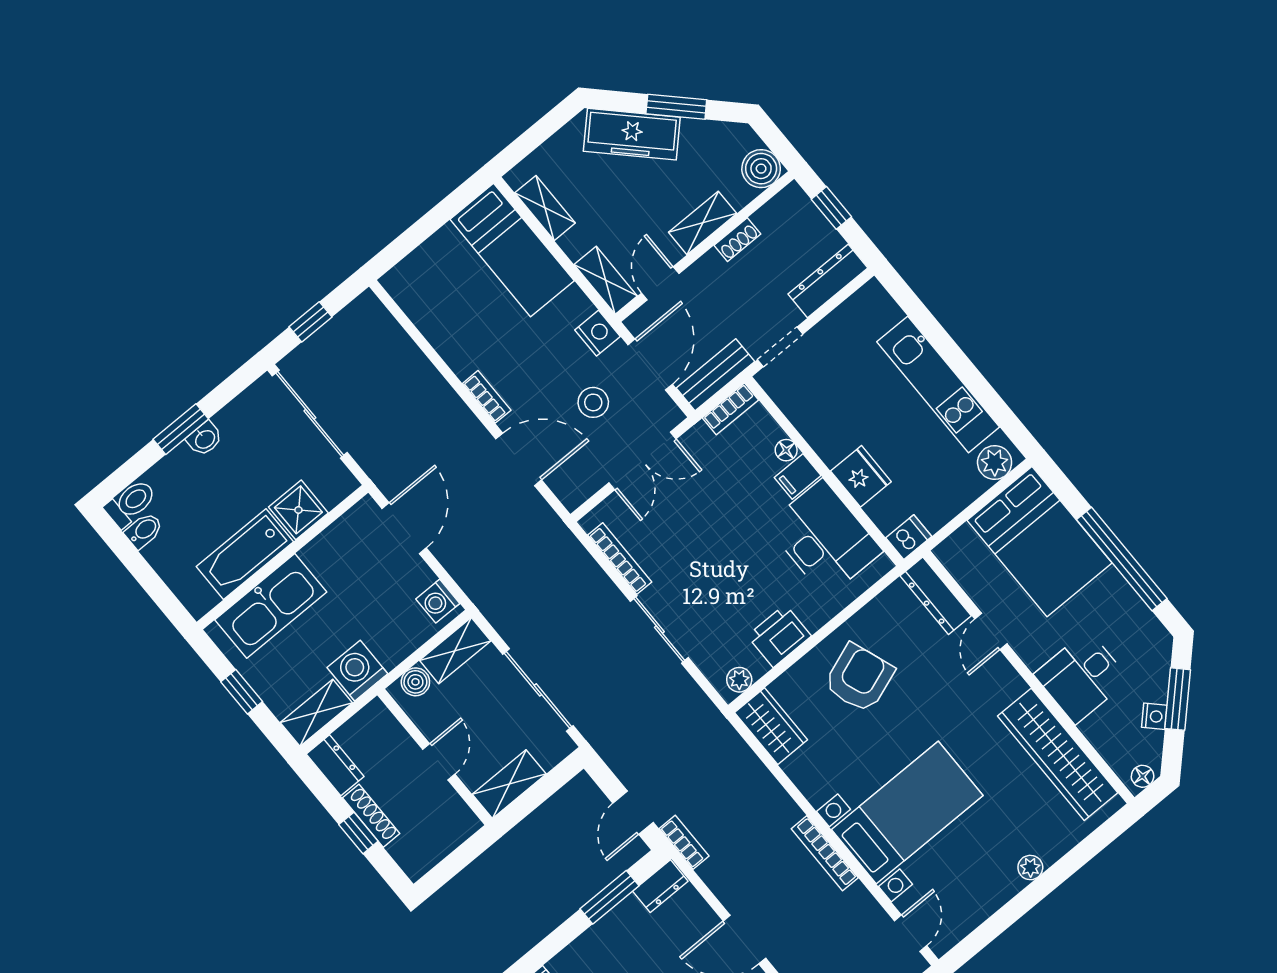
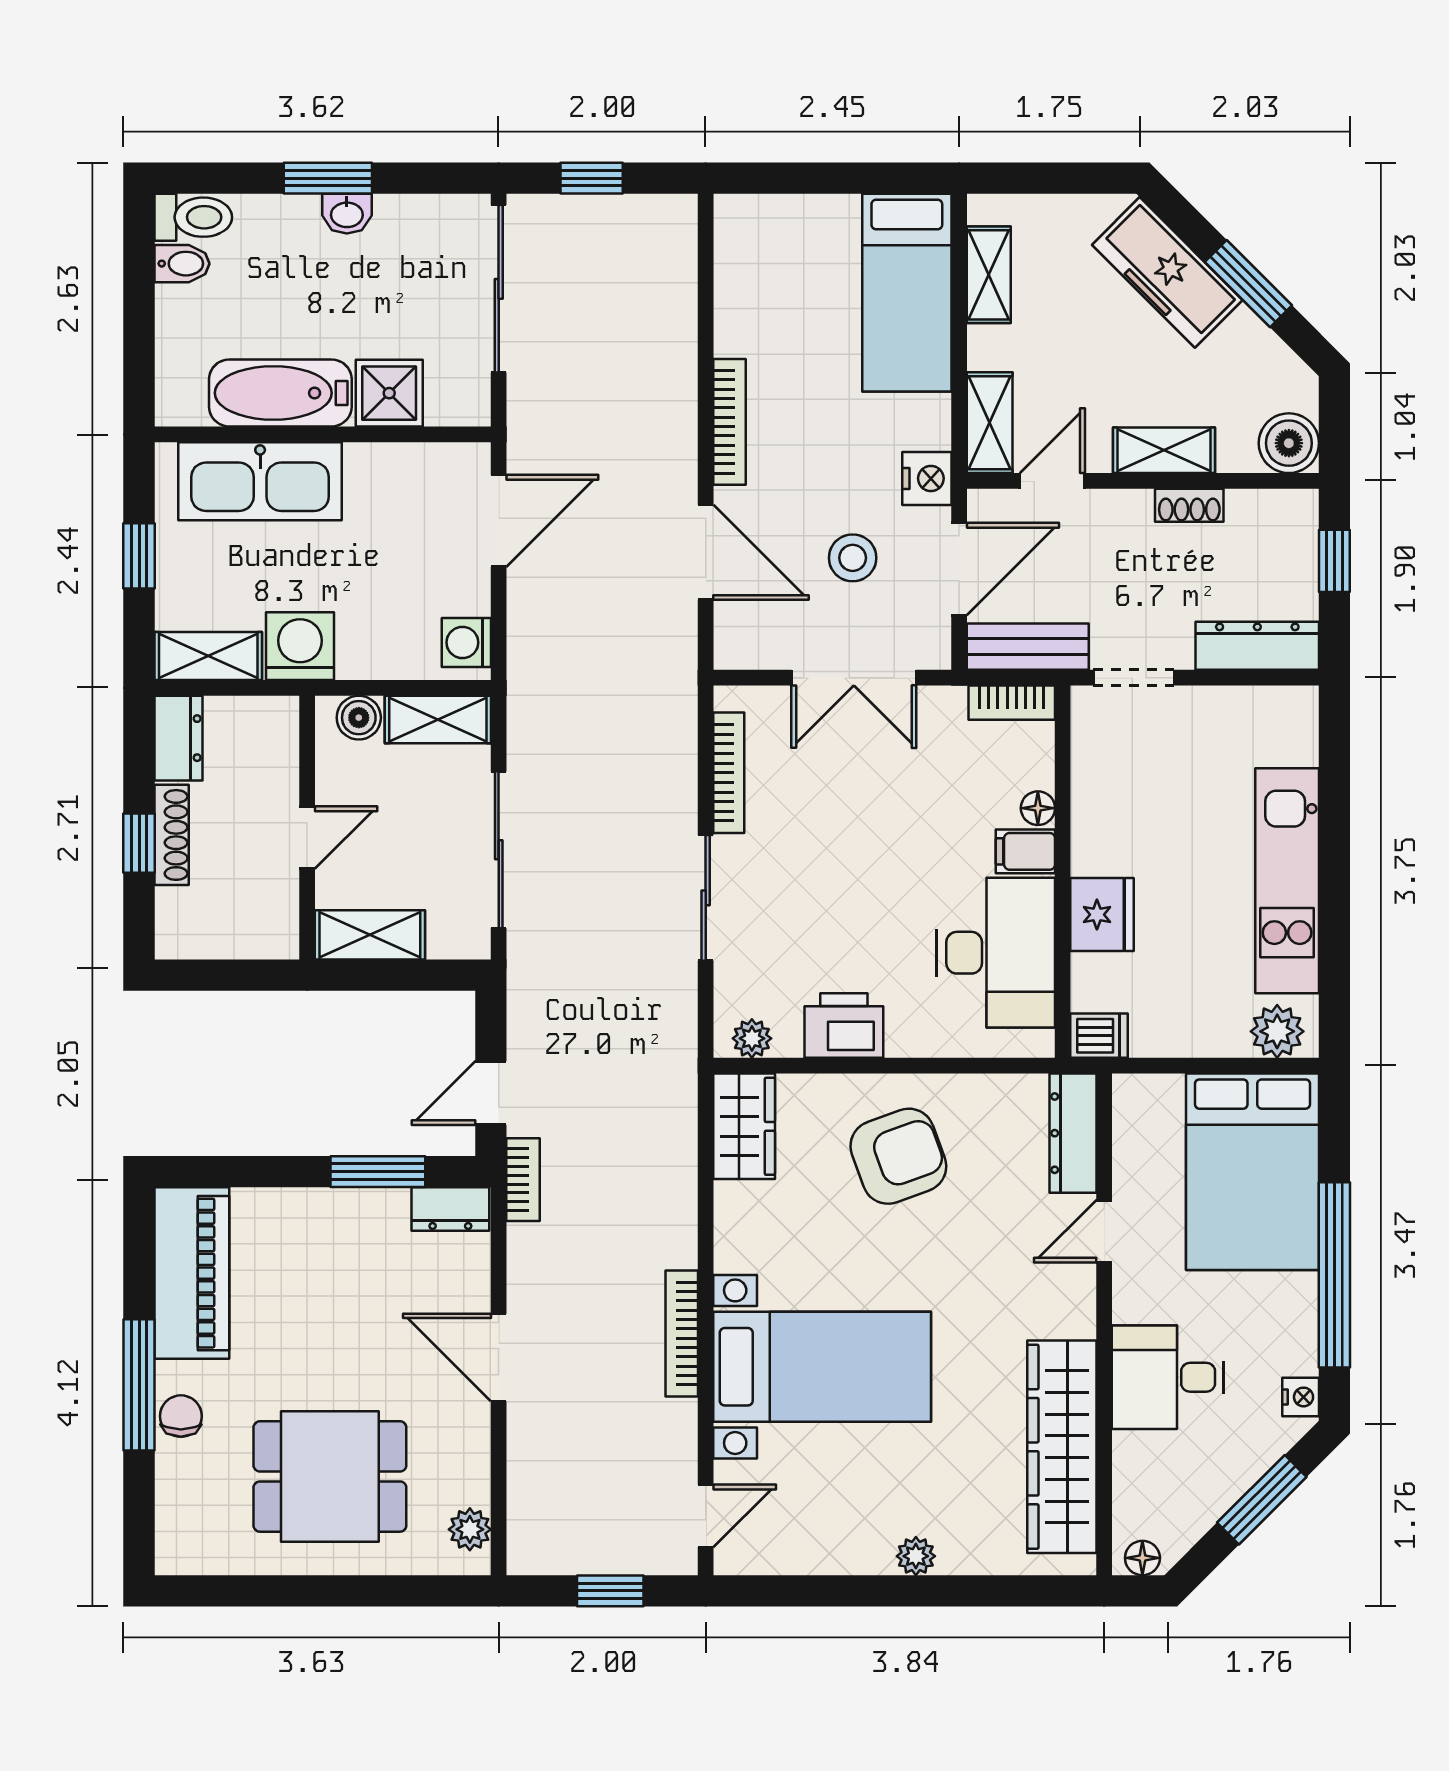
bookcase: (487, 397) -> (730, 422), width x1.56
nightstand: (1154, 716) -> (1301, 1397), moved, turned -45

